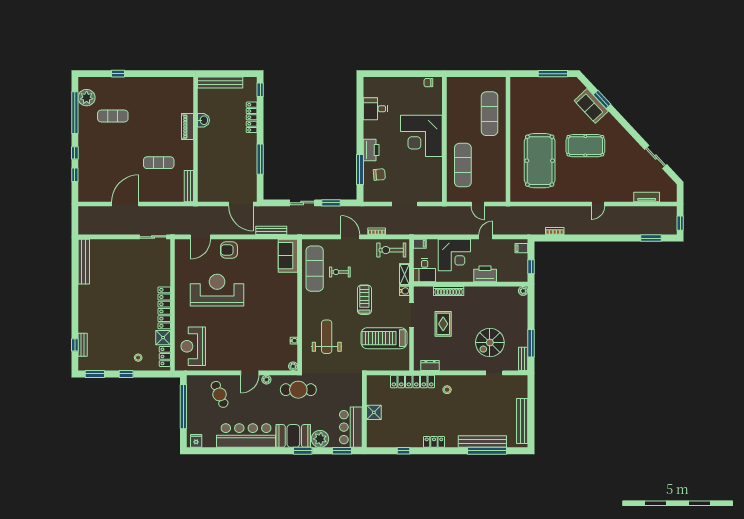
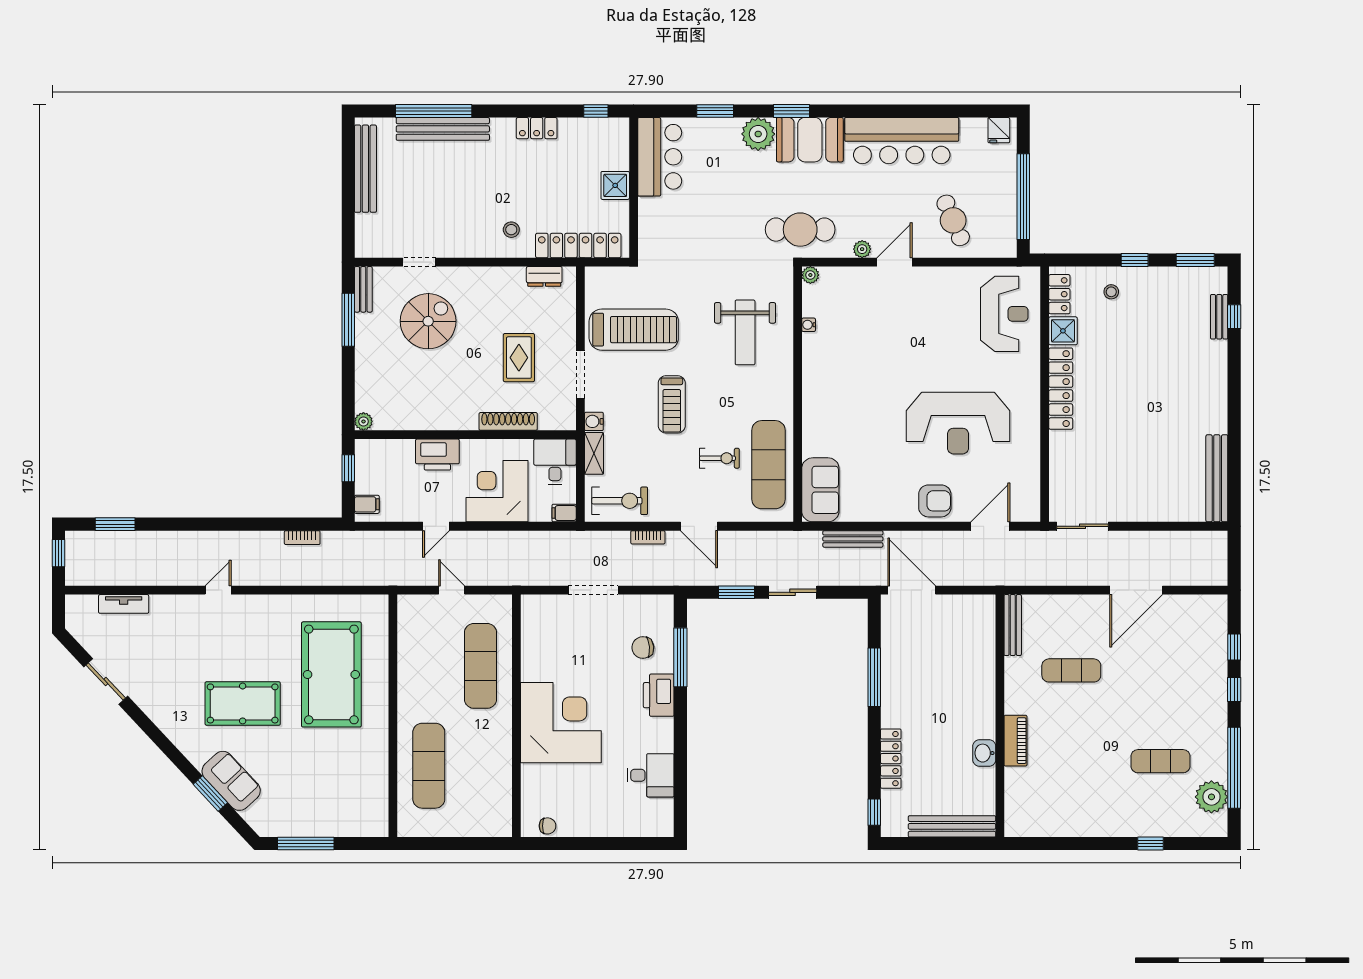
wall: (364, 411) -> (634, 188), moved
shower: (374, 412) -> (615, 185), moved
bar counter: (351, 427) -> (660, 157), moved

